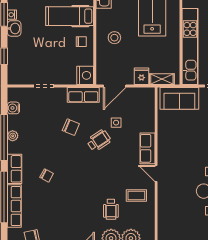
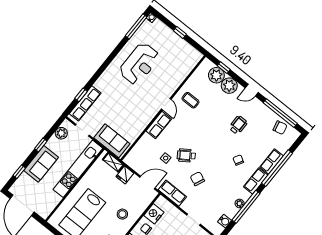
nightstand: (85, 75) -> (154, 214), moved
row of seats: (14, 206) -> (272, 162), width x0.68
wheelchair: (111, 209) -> (238, 125), moved

